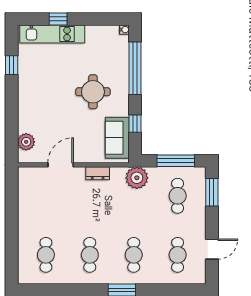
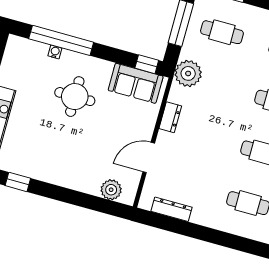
water cooler: (124, 30) -> (55, 52), moved
window: (135, 124) -> (147, 64), moved
door: (61, 165) -> (149, 157), hinge flipped
dresser: (24, 195) -> (172, 209), added

